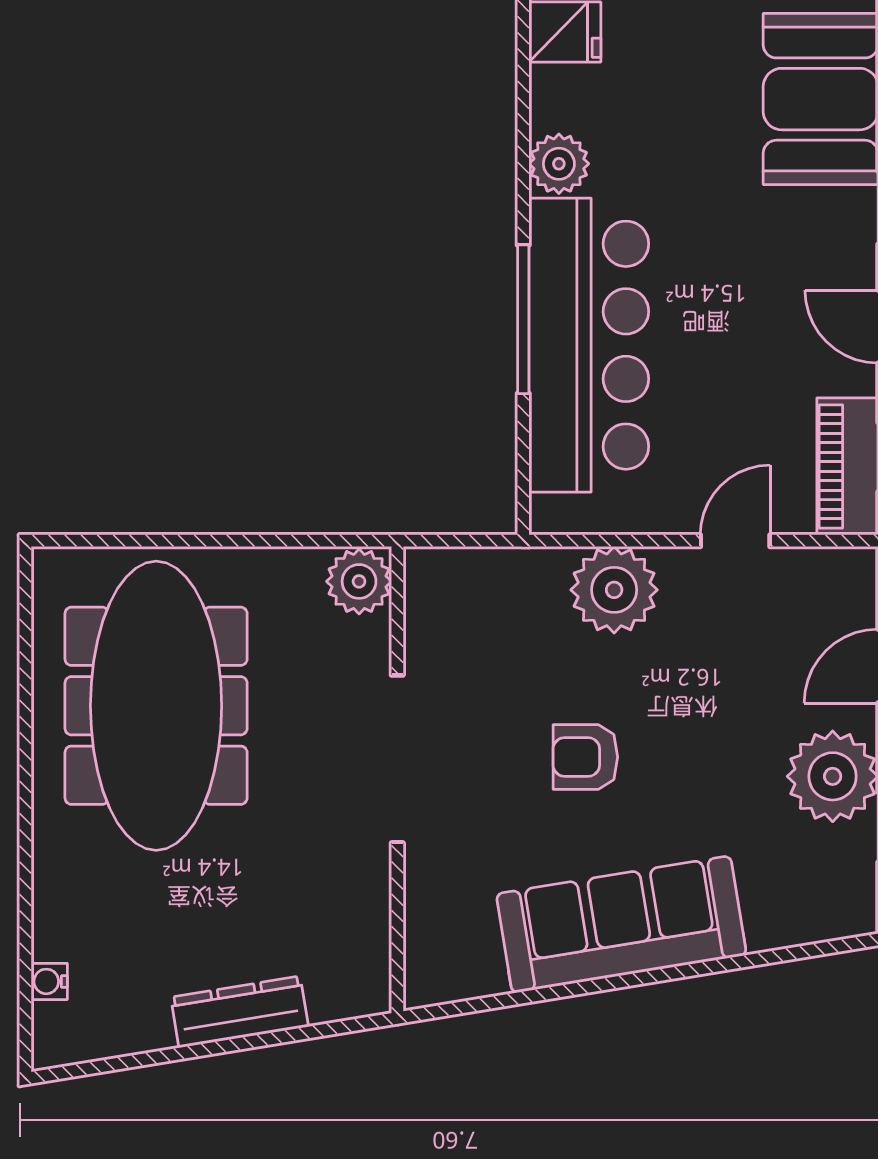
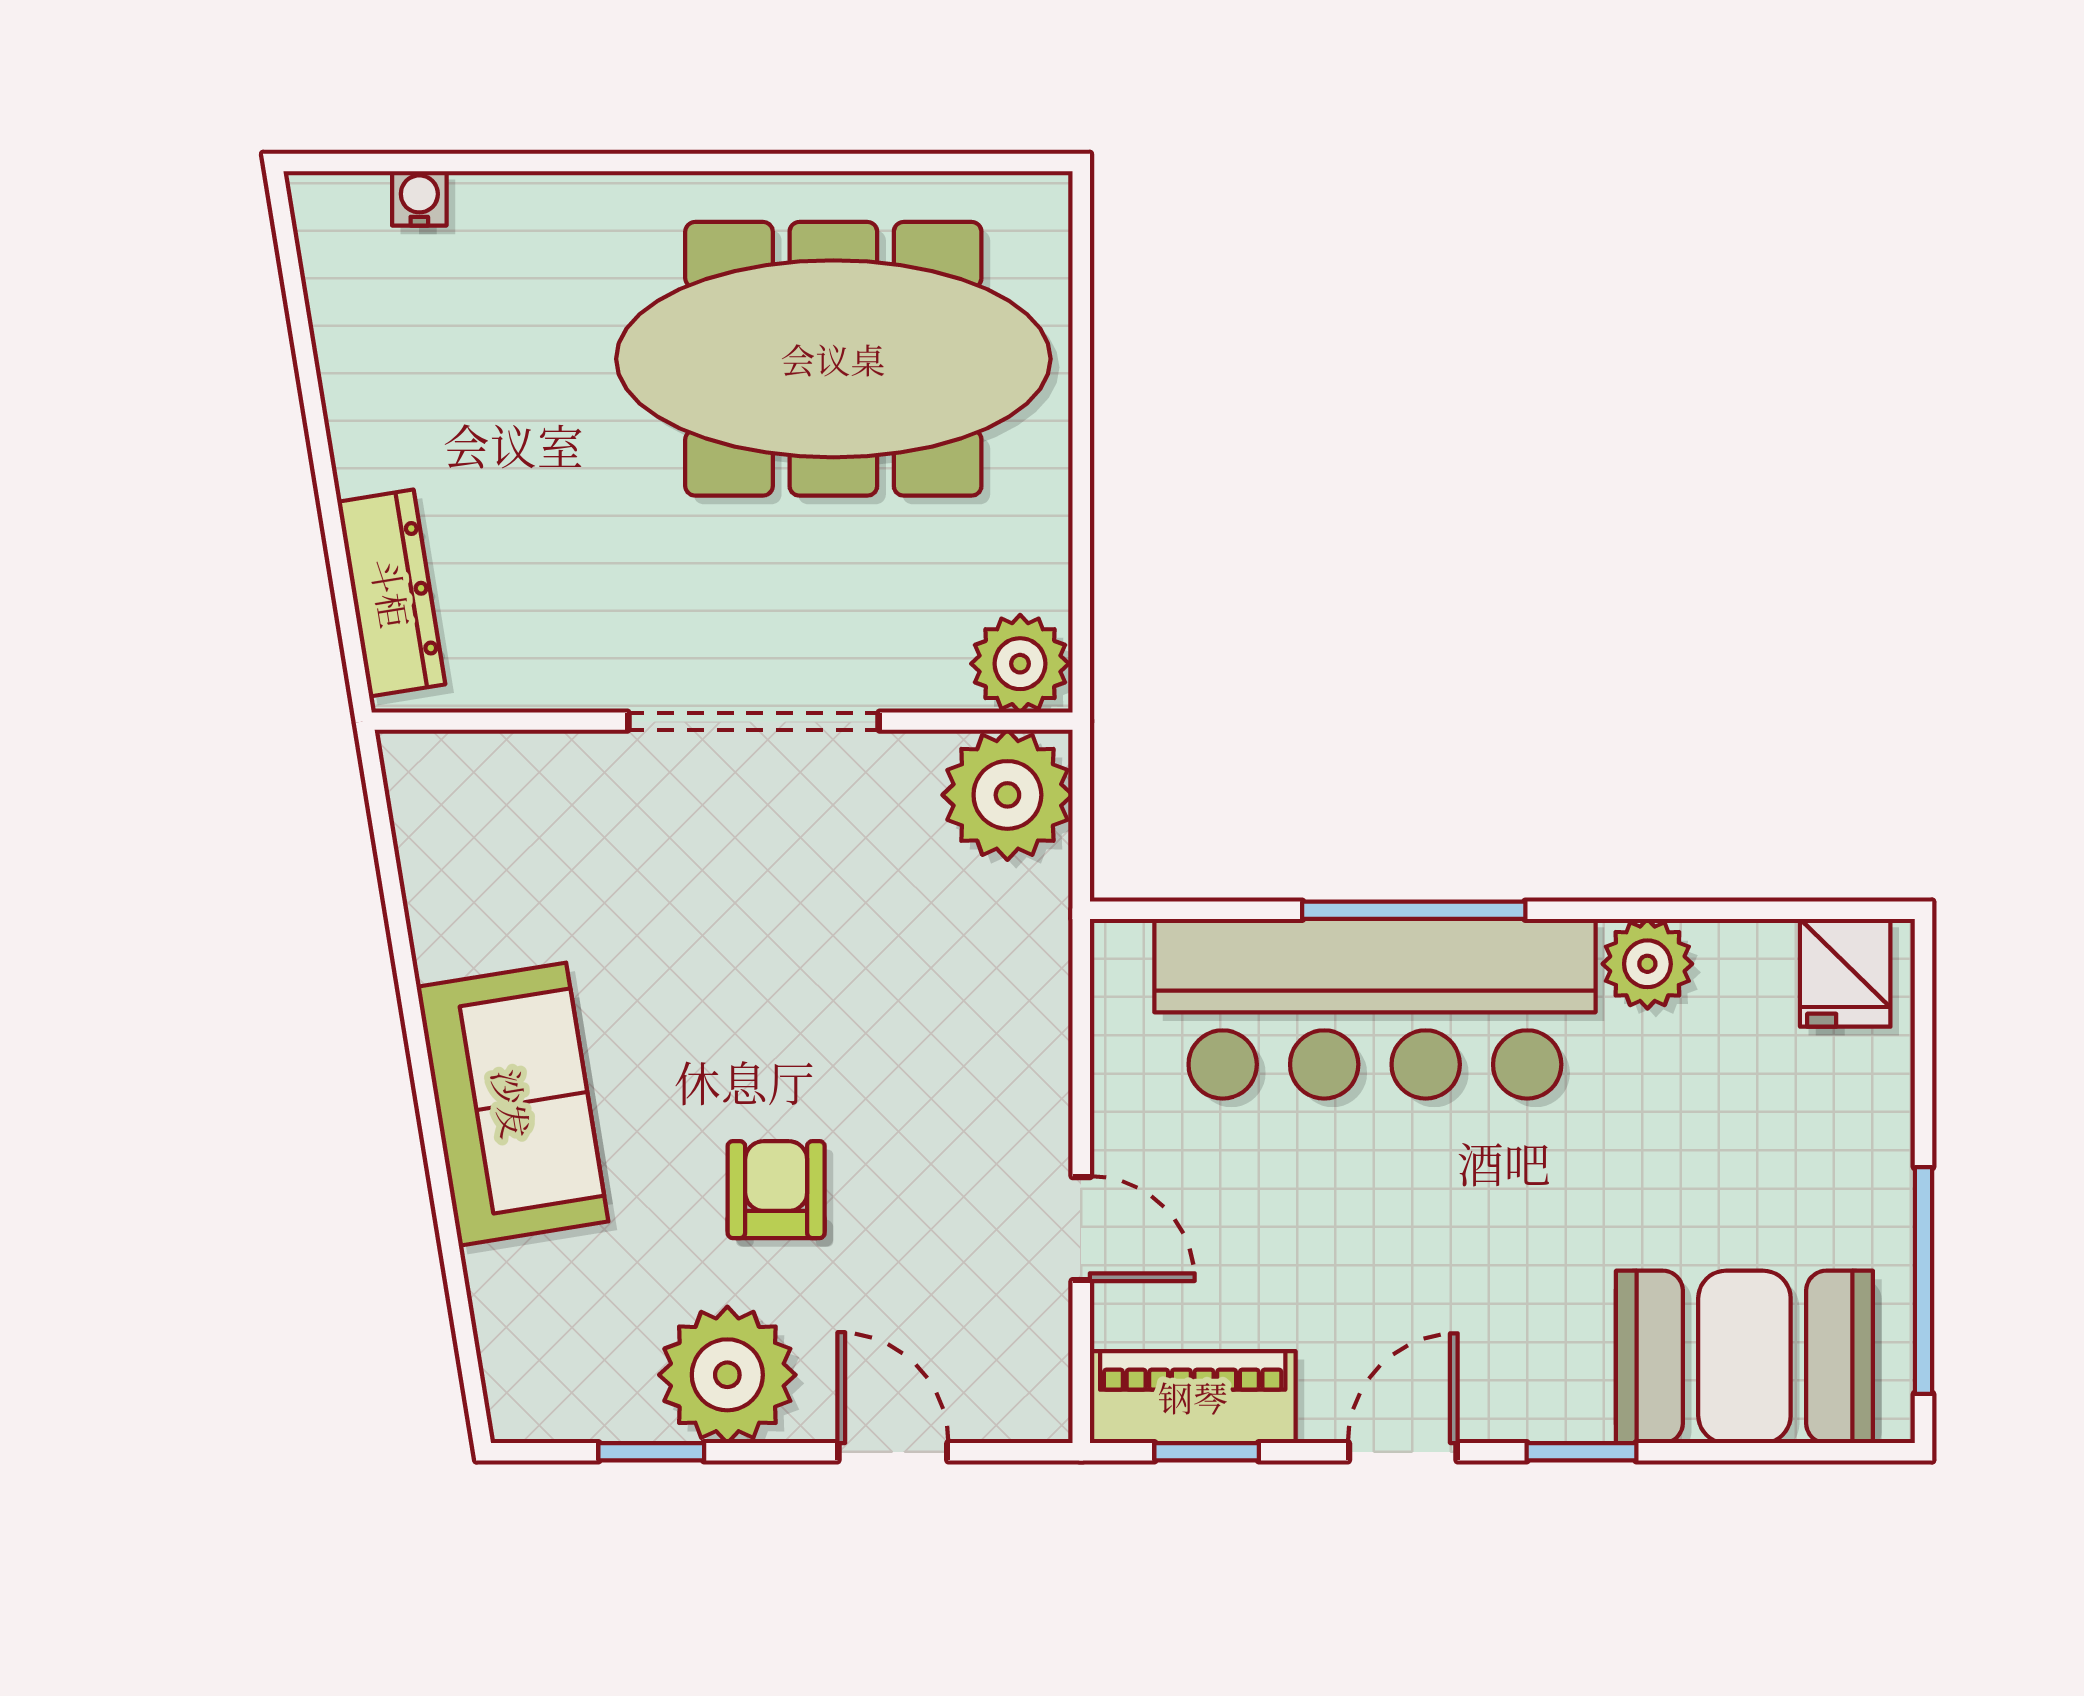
plant: (614, 590) -> (1007, 795), moved
armchair: (585, 757) -> (776, 1190), moved
sofa: (621, 924) -> (512, 1104), width x0.73
dresser: (240, 1012) -> (391, 593), moved

